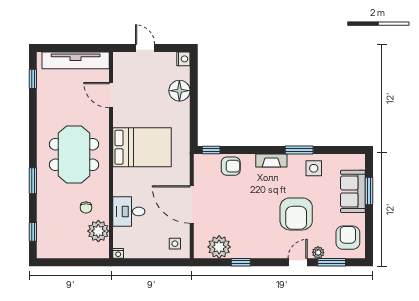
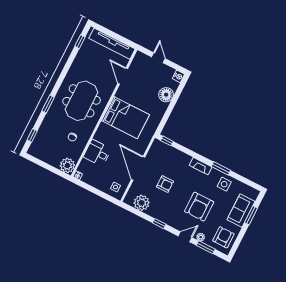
armchair: (231, 166) -> (165, 184), moved
plant: (98, 231) -> (67, 165), moved
window: (241, 262) -> (159, 224), moved

